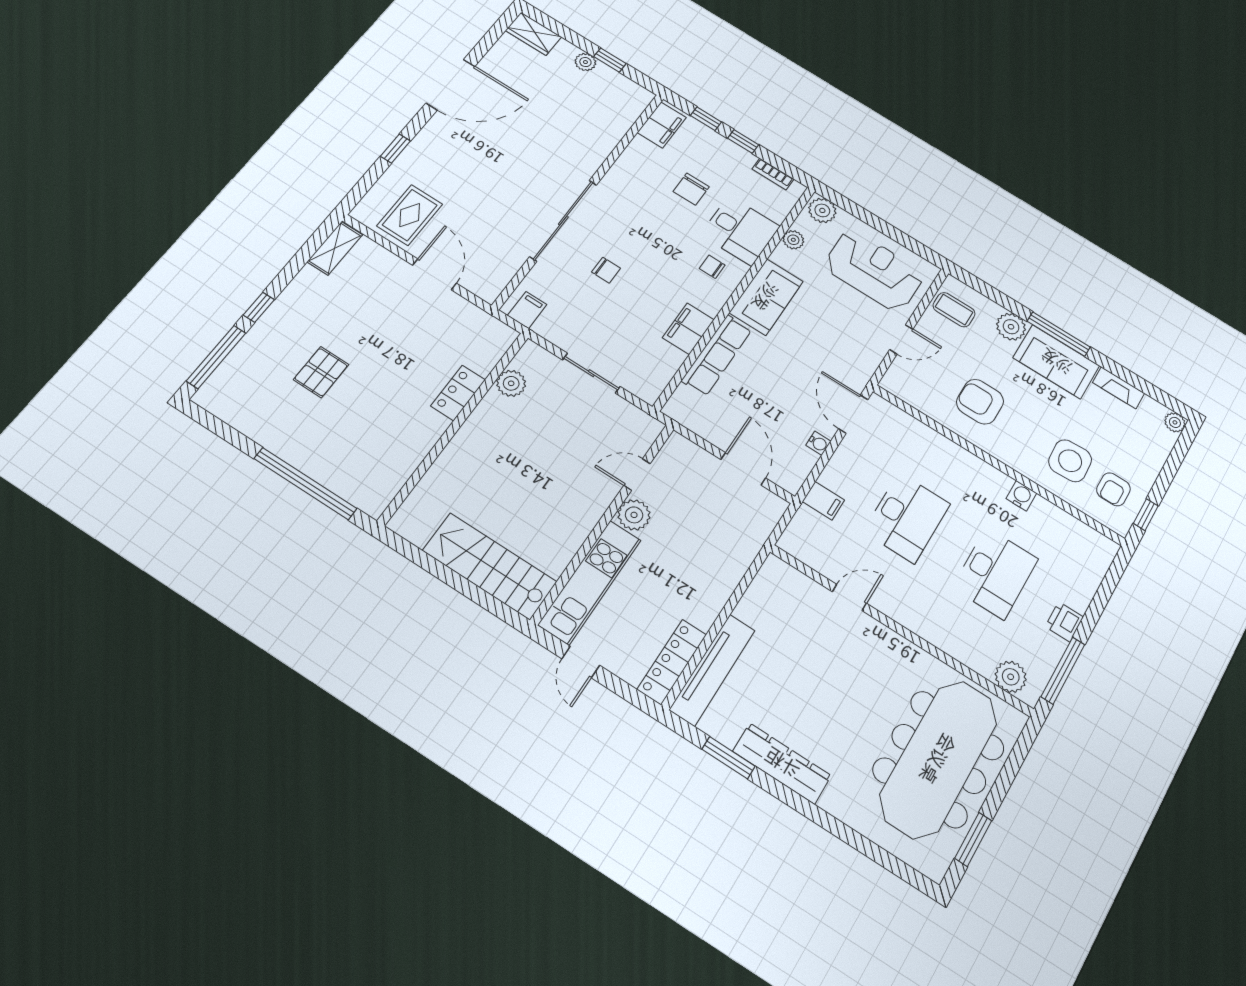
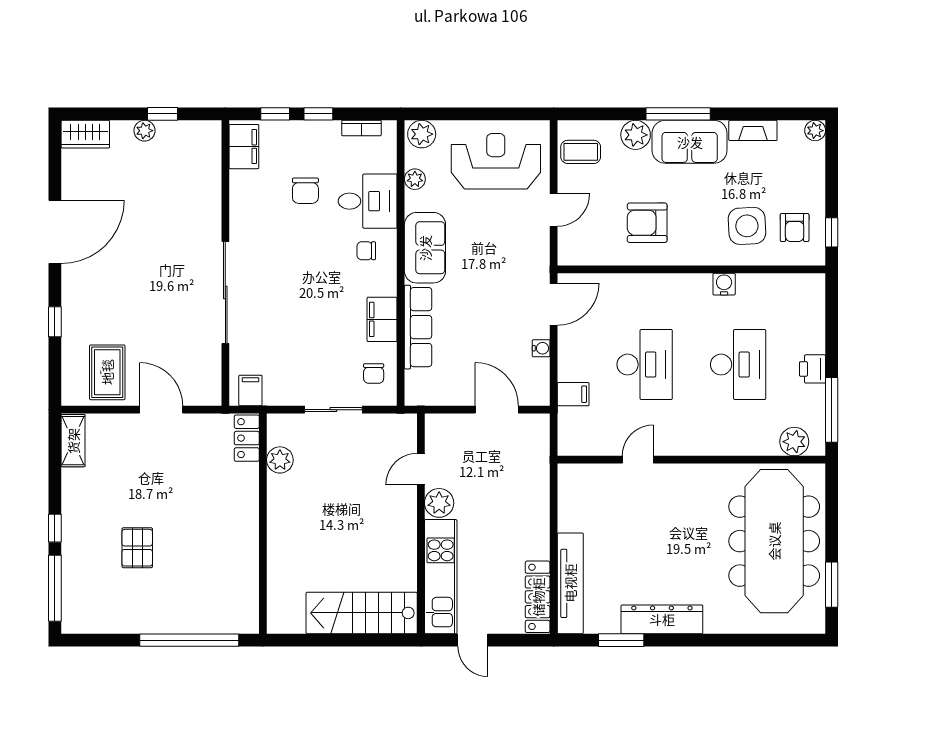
chair: (606, 270) -> (374, 373), moved, turned 90
locker: (458, 393) -> (247, 438), moved
door: (853, 414) -> (554, 304), swing flipped

